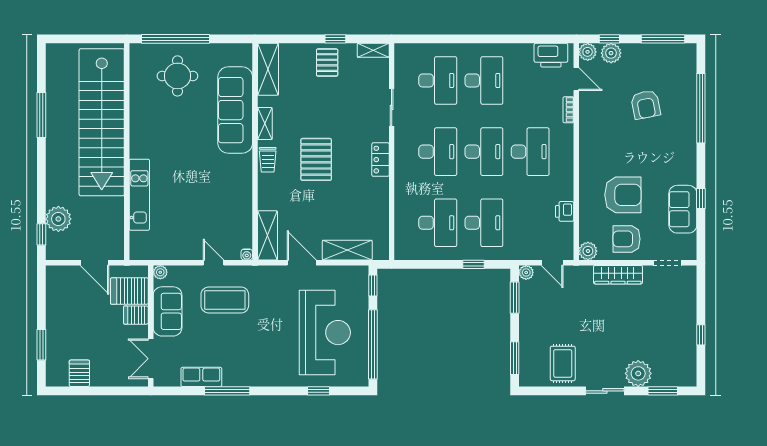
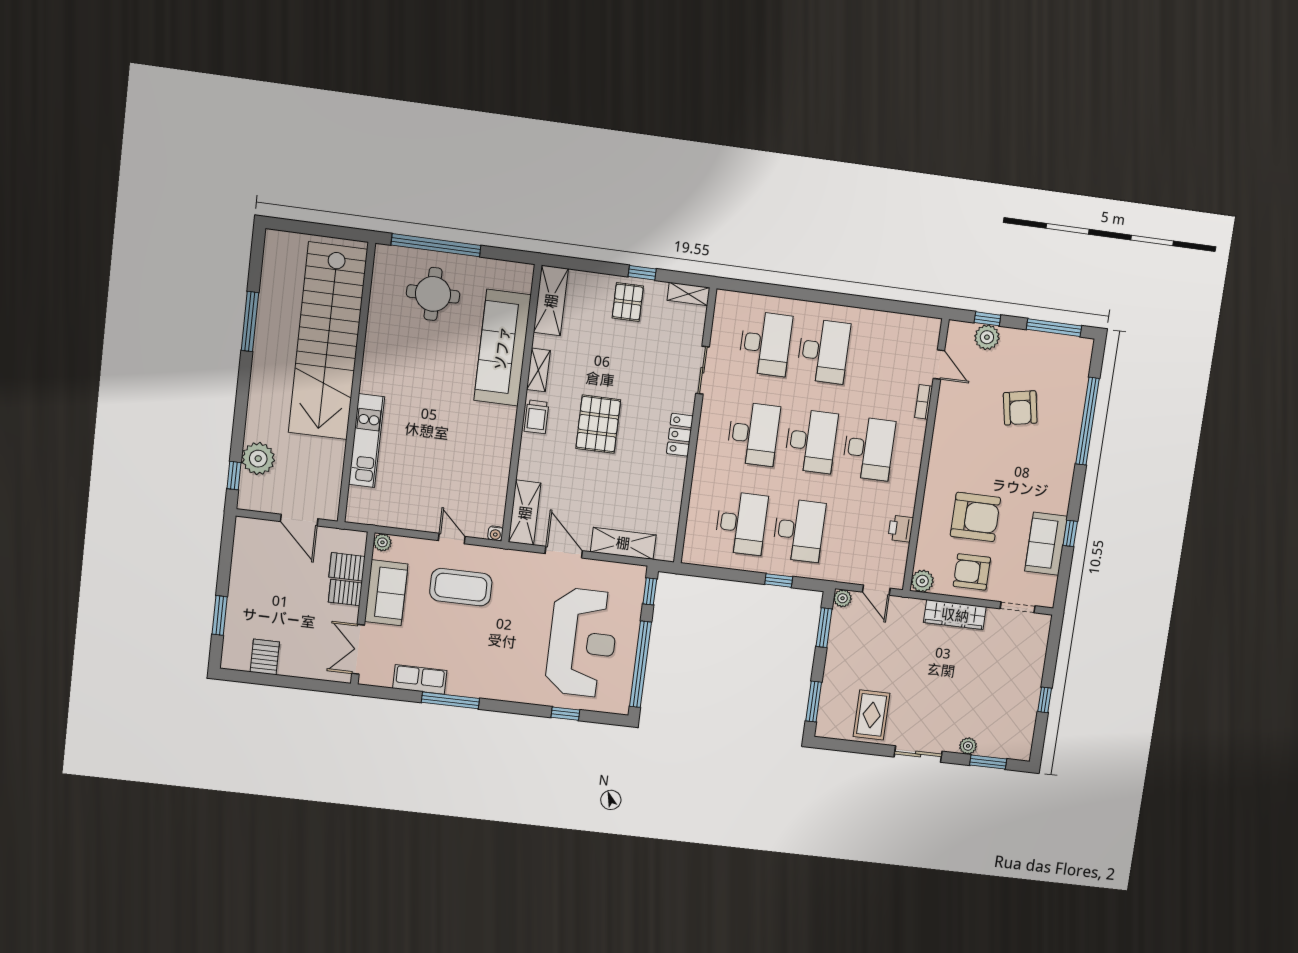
plant: (588, 52) -> (958, 332), removed
printer: (551, 55) -> (912, 330), removed
server rack: (129, 291) -> (347, 567), width x0.73, depth x0.70
plant: (638, 373) -> (968, 746), width x0.53, depth x0.53

